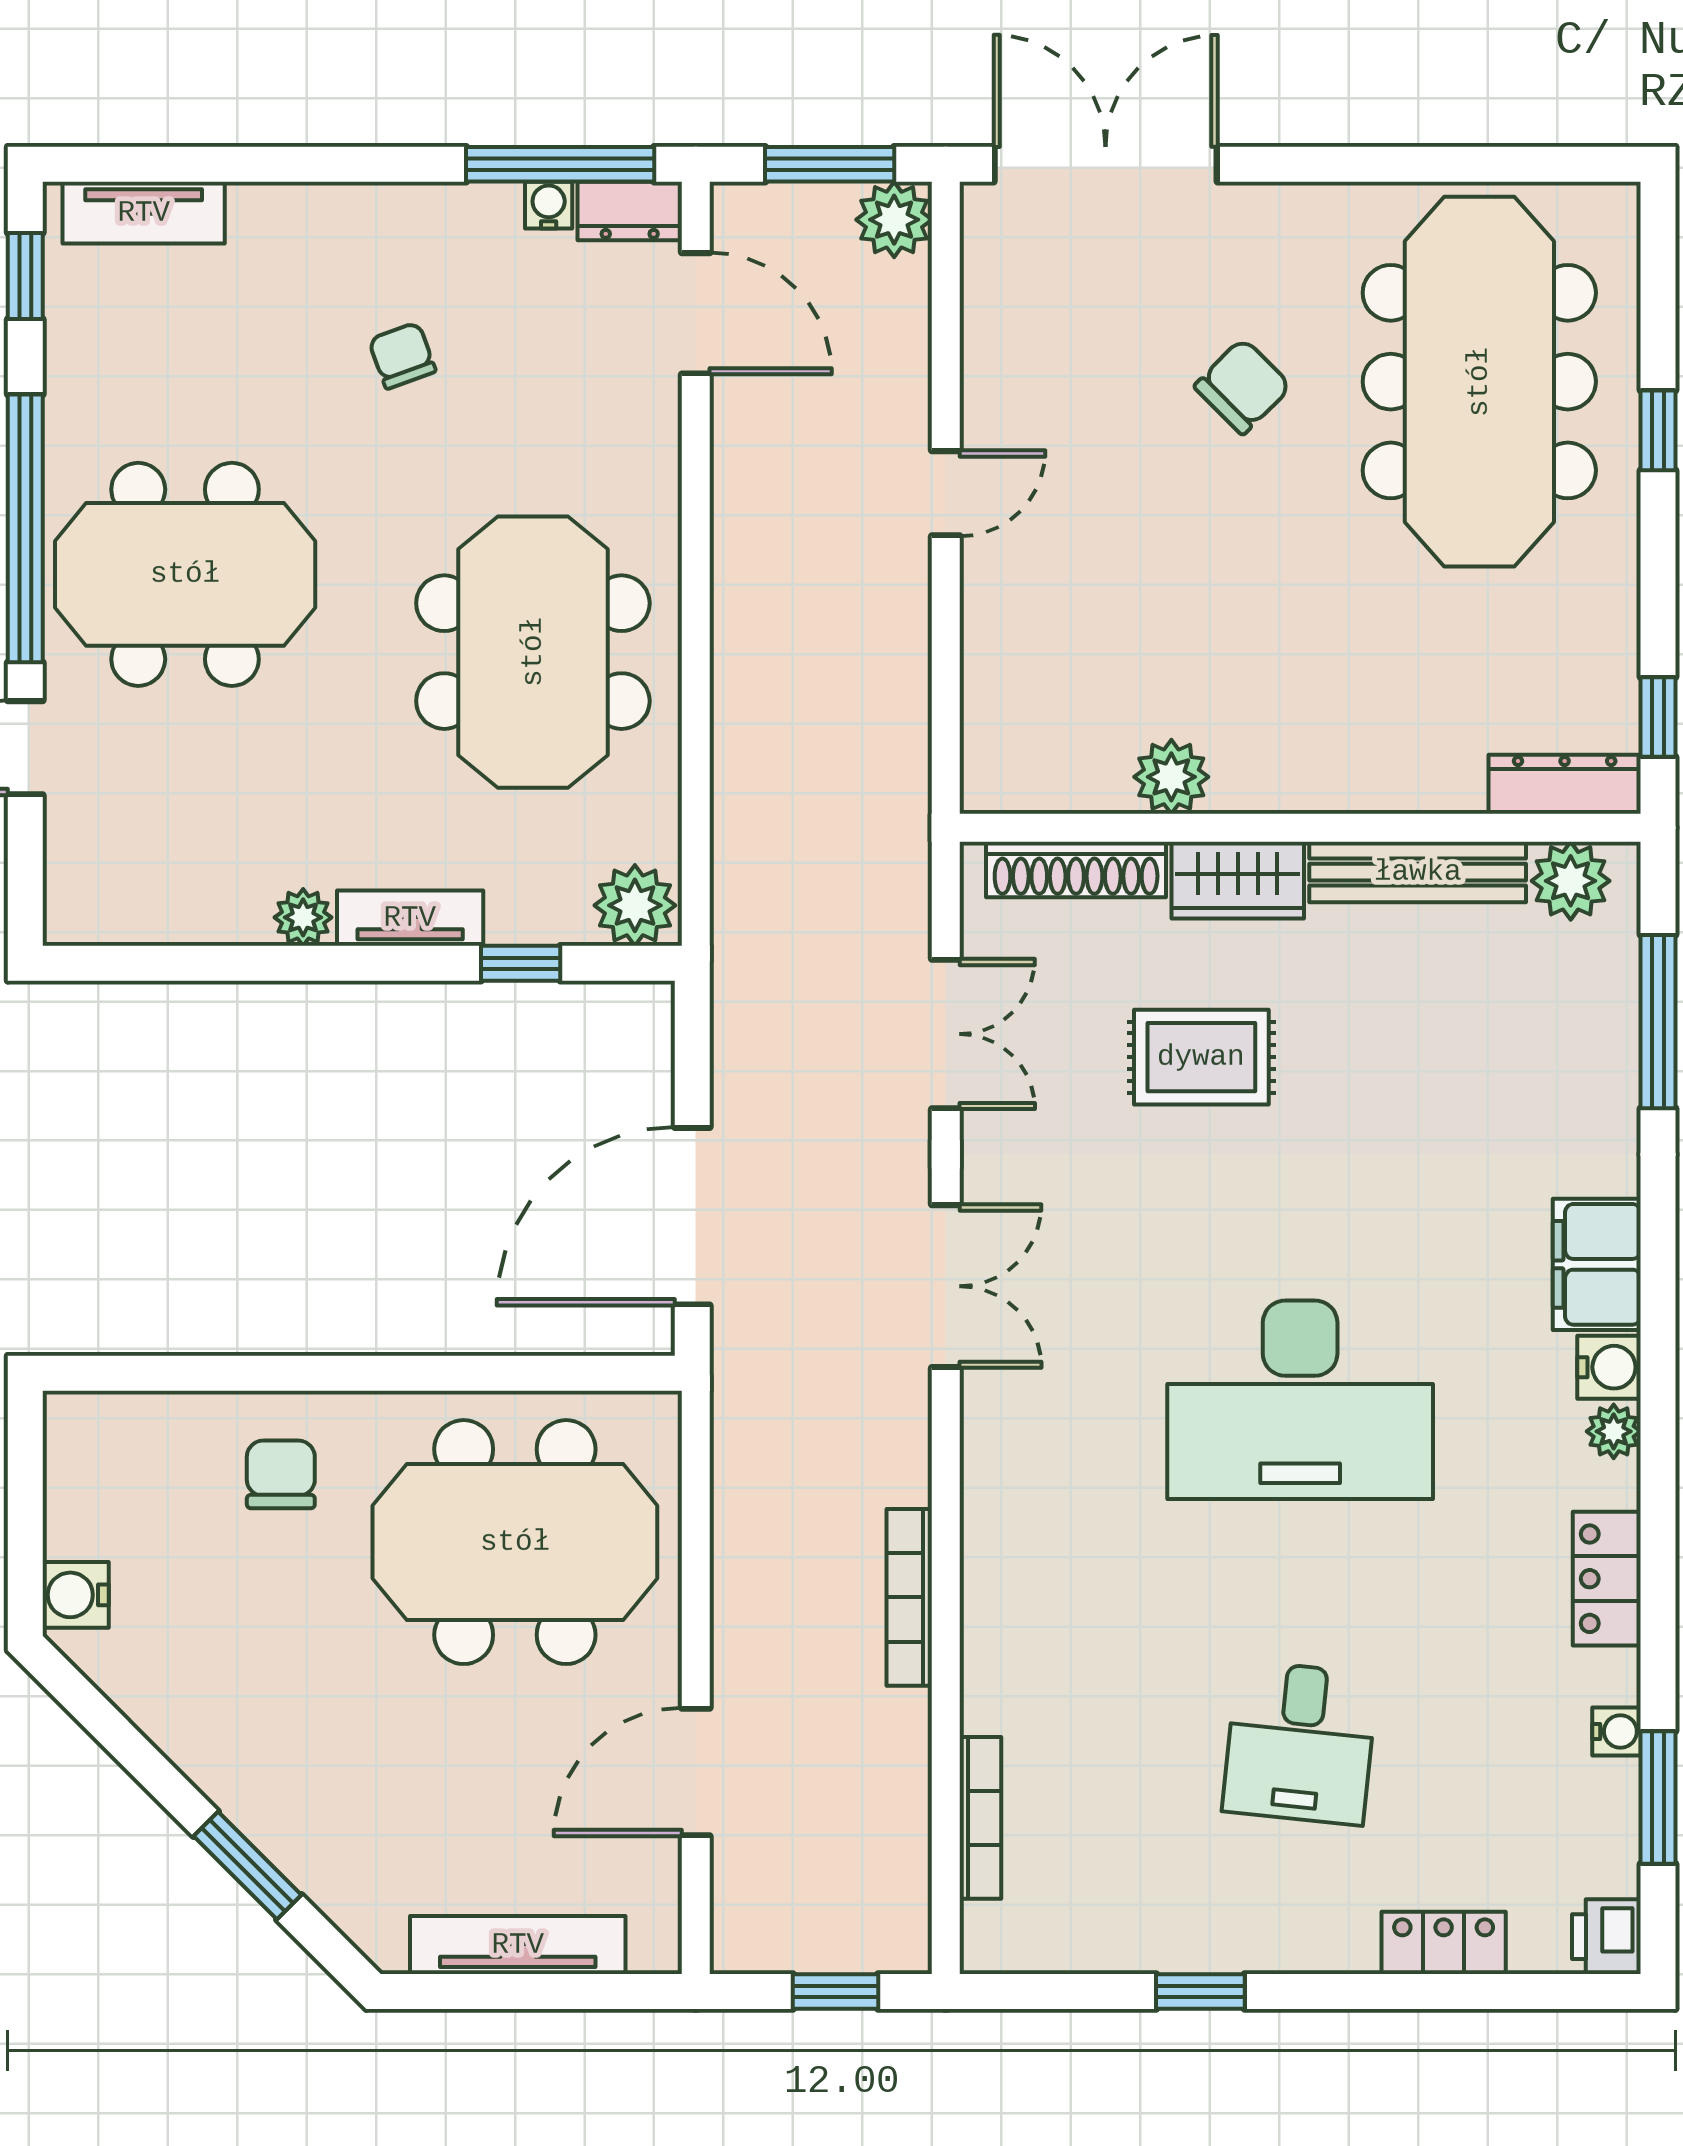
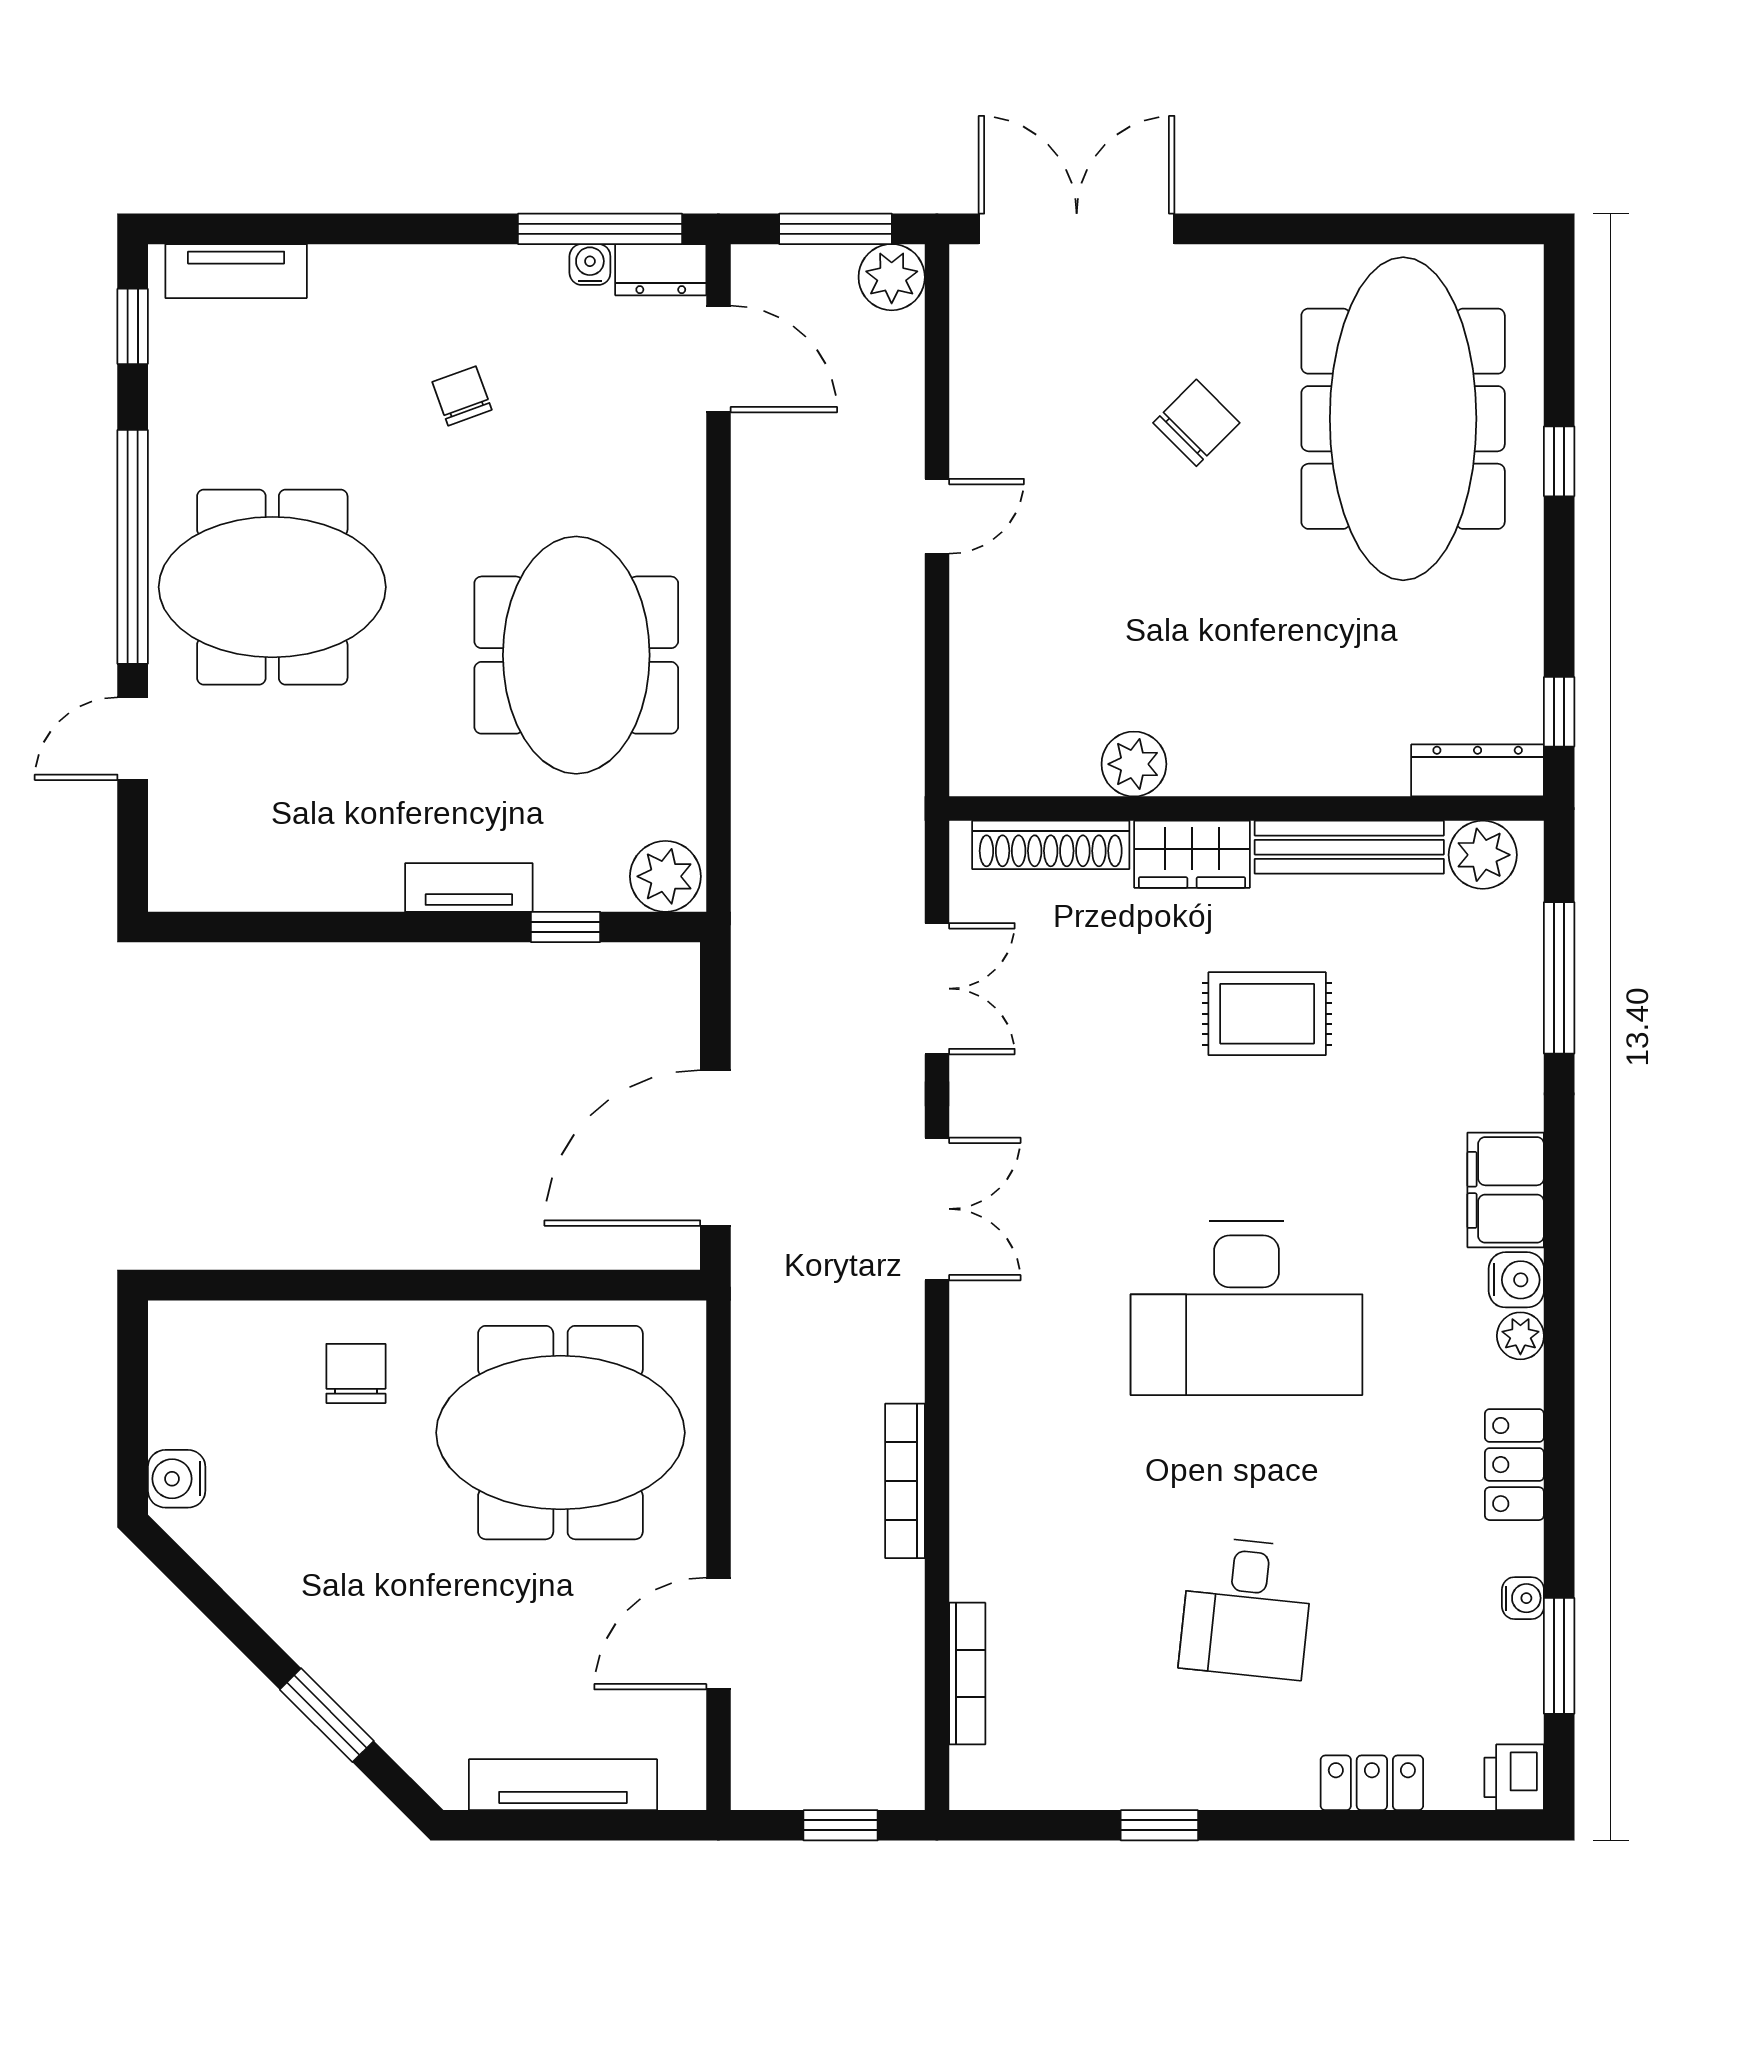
plant: (303, 917) -> (375, 887), removed
rug: (1201, 1057) -> (1267, 1014), moved

